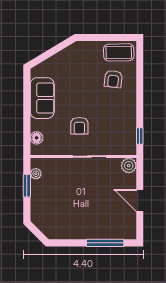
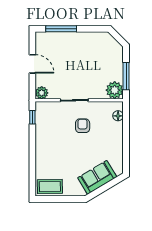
armchair: (113, 79) -> (54, 165), removed
sofa: (42, 98) -> (97, 177), moved, turned 59
plant: (36, 174) -> (115, 90), width x1.88, depth x1.88
window: (27, 186) -> (126, 76), width x1.44

